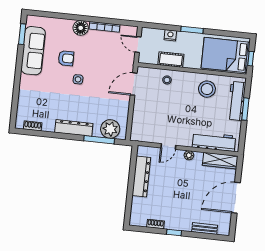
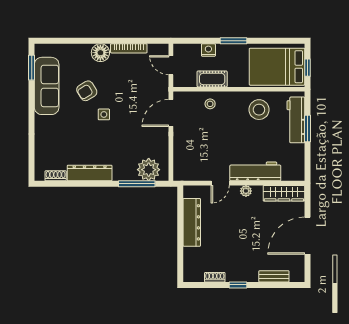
armchair: (66, 58) -> (87, 91), turned 148
dresser: (74, 128) -> (90, 173), moved
workbench: (214, 142) -> (255, 171), moved

